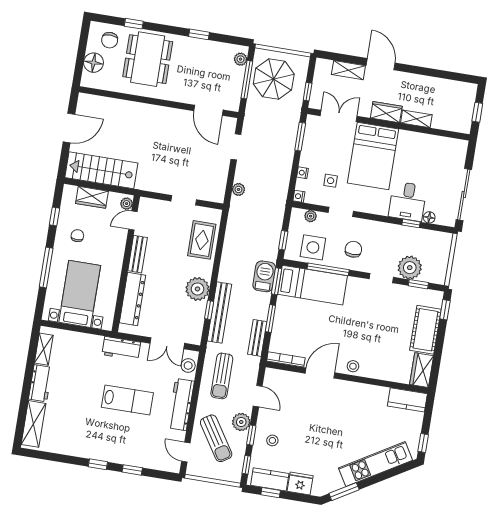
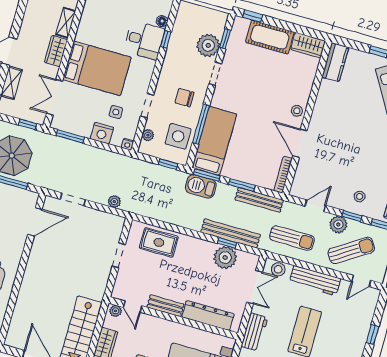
nightstand: (303, 173) -> (102, 133), width x1.89, depth x1.79
plant: (197, 289) -> (225, 258), moved
bench: (257, 338) -> (259, 200), width x1.36

